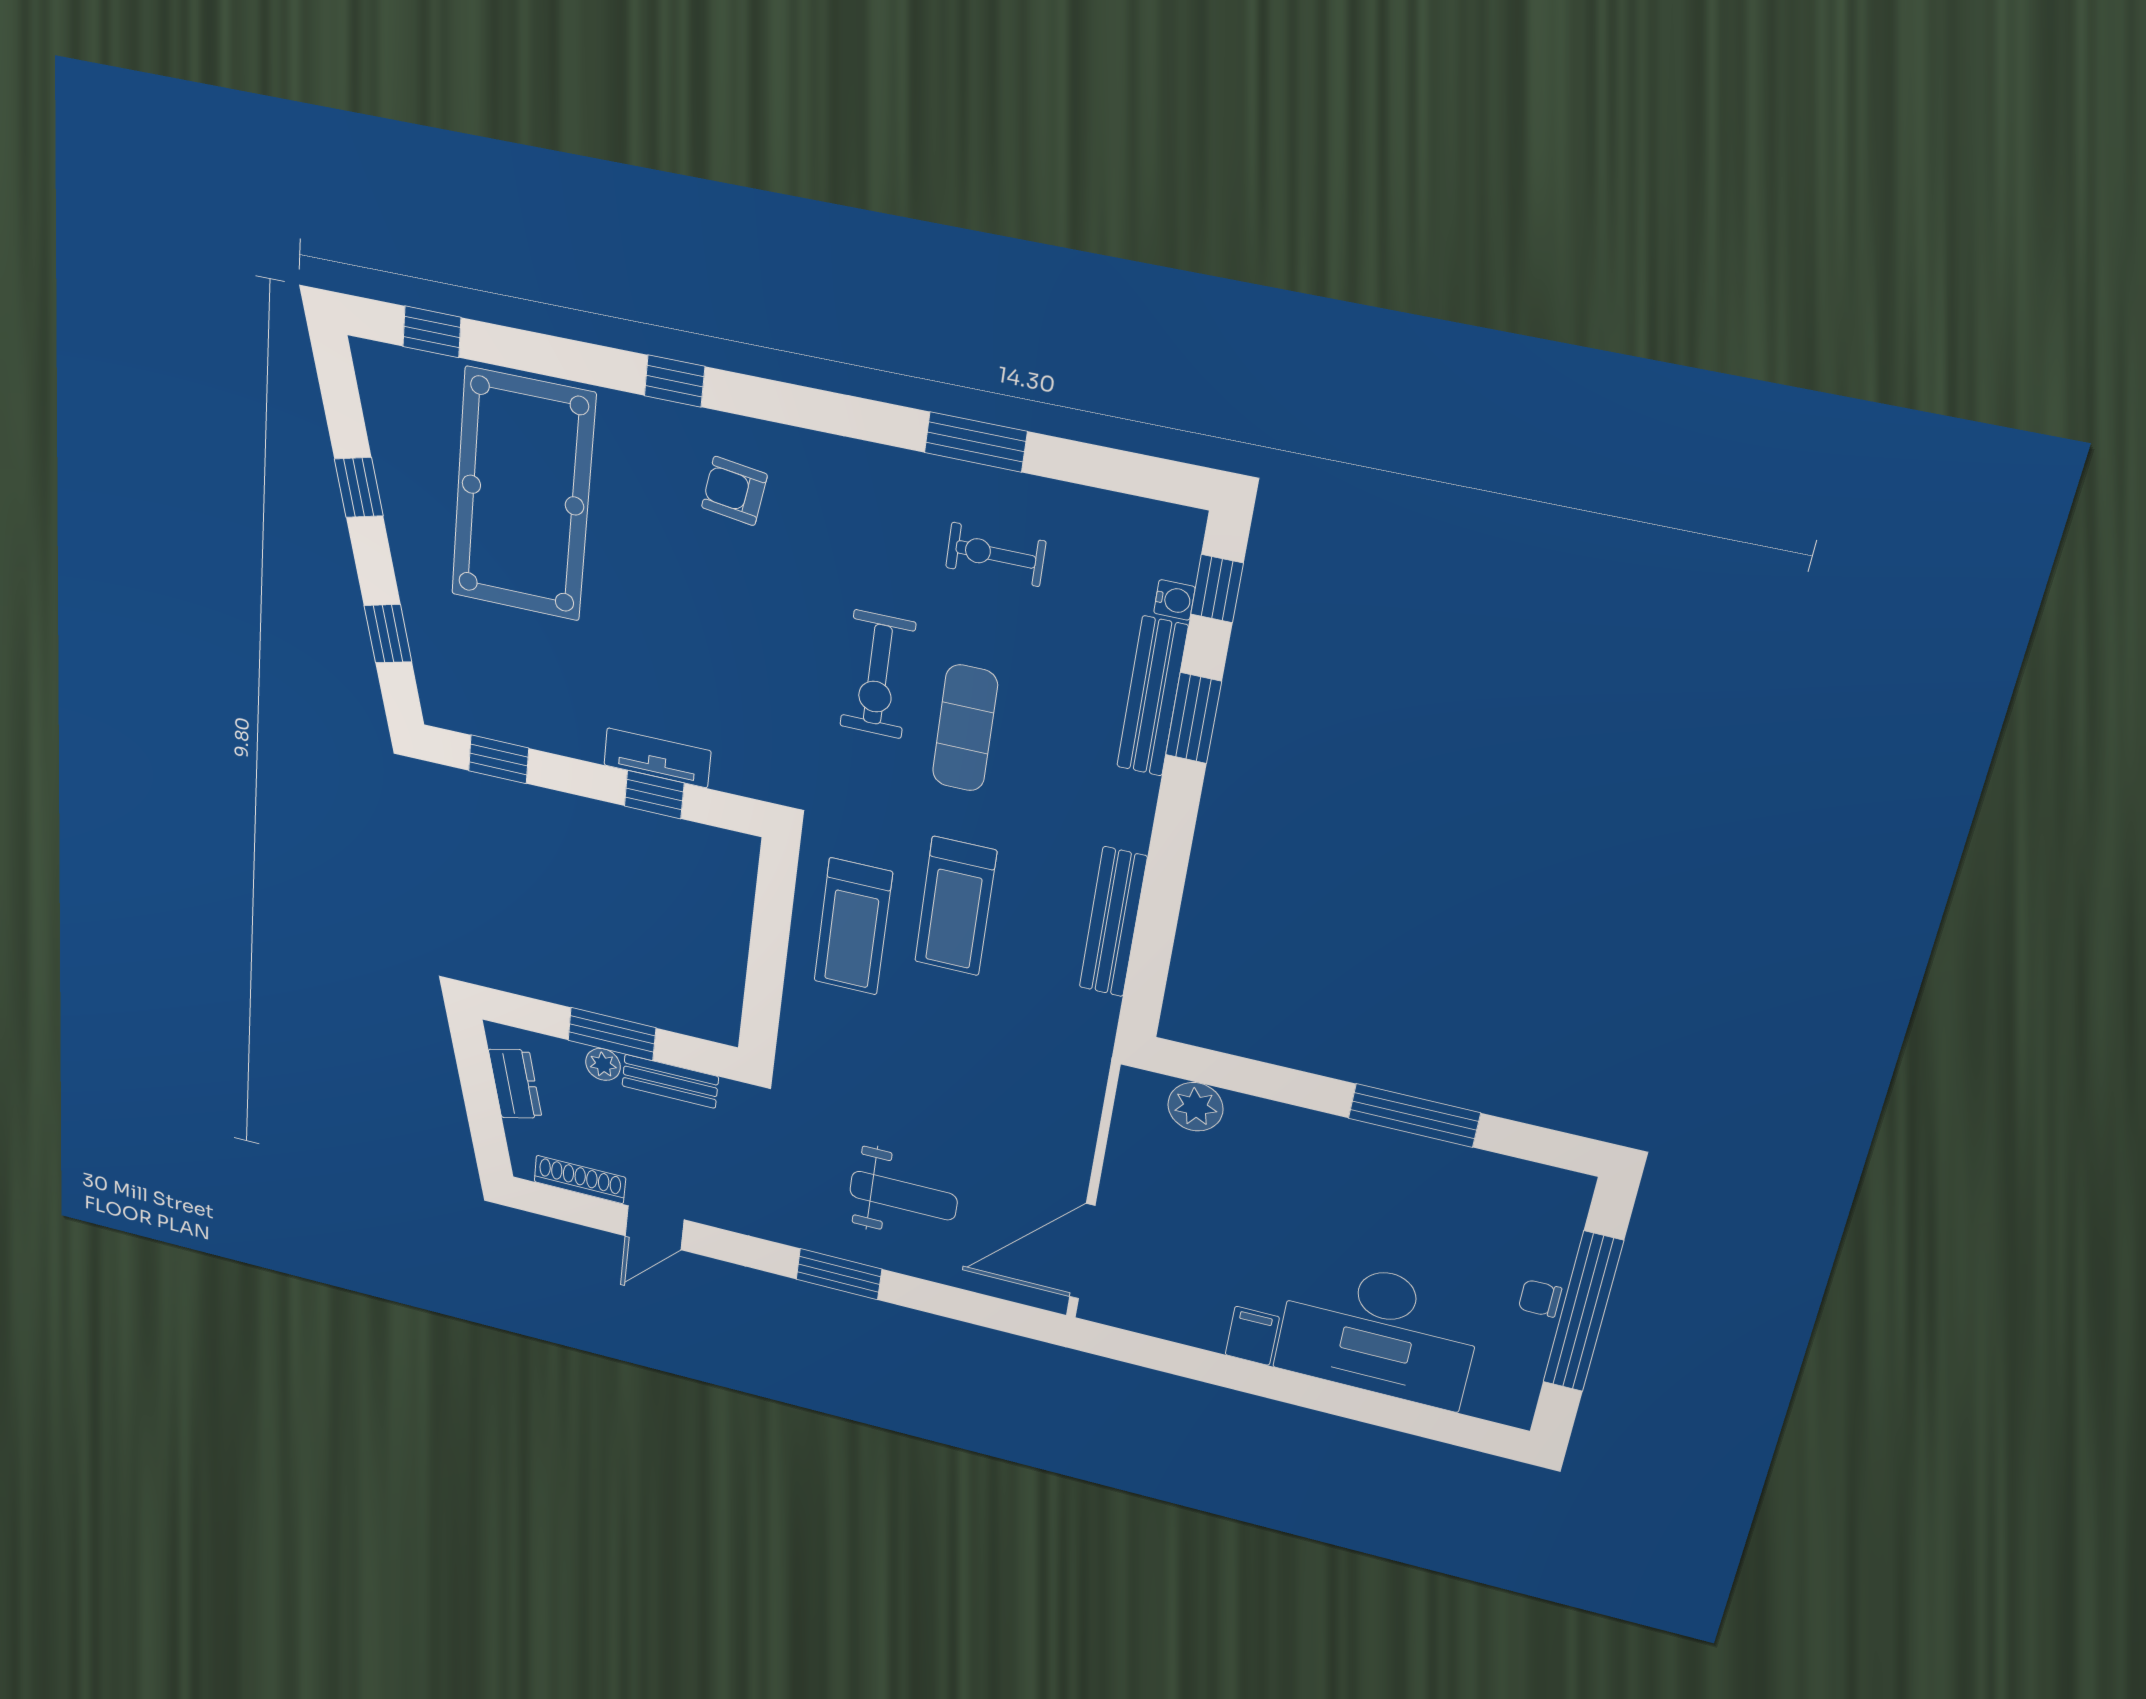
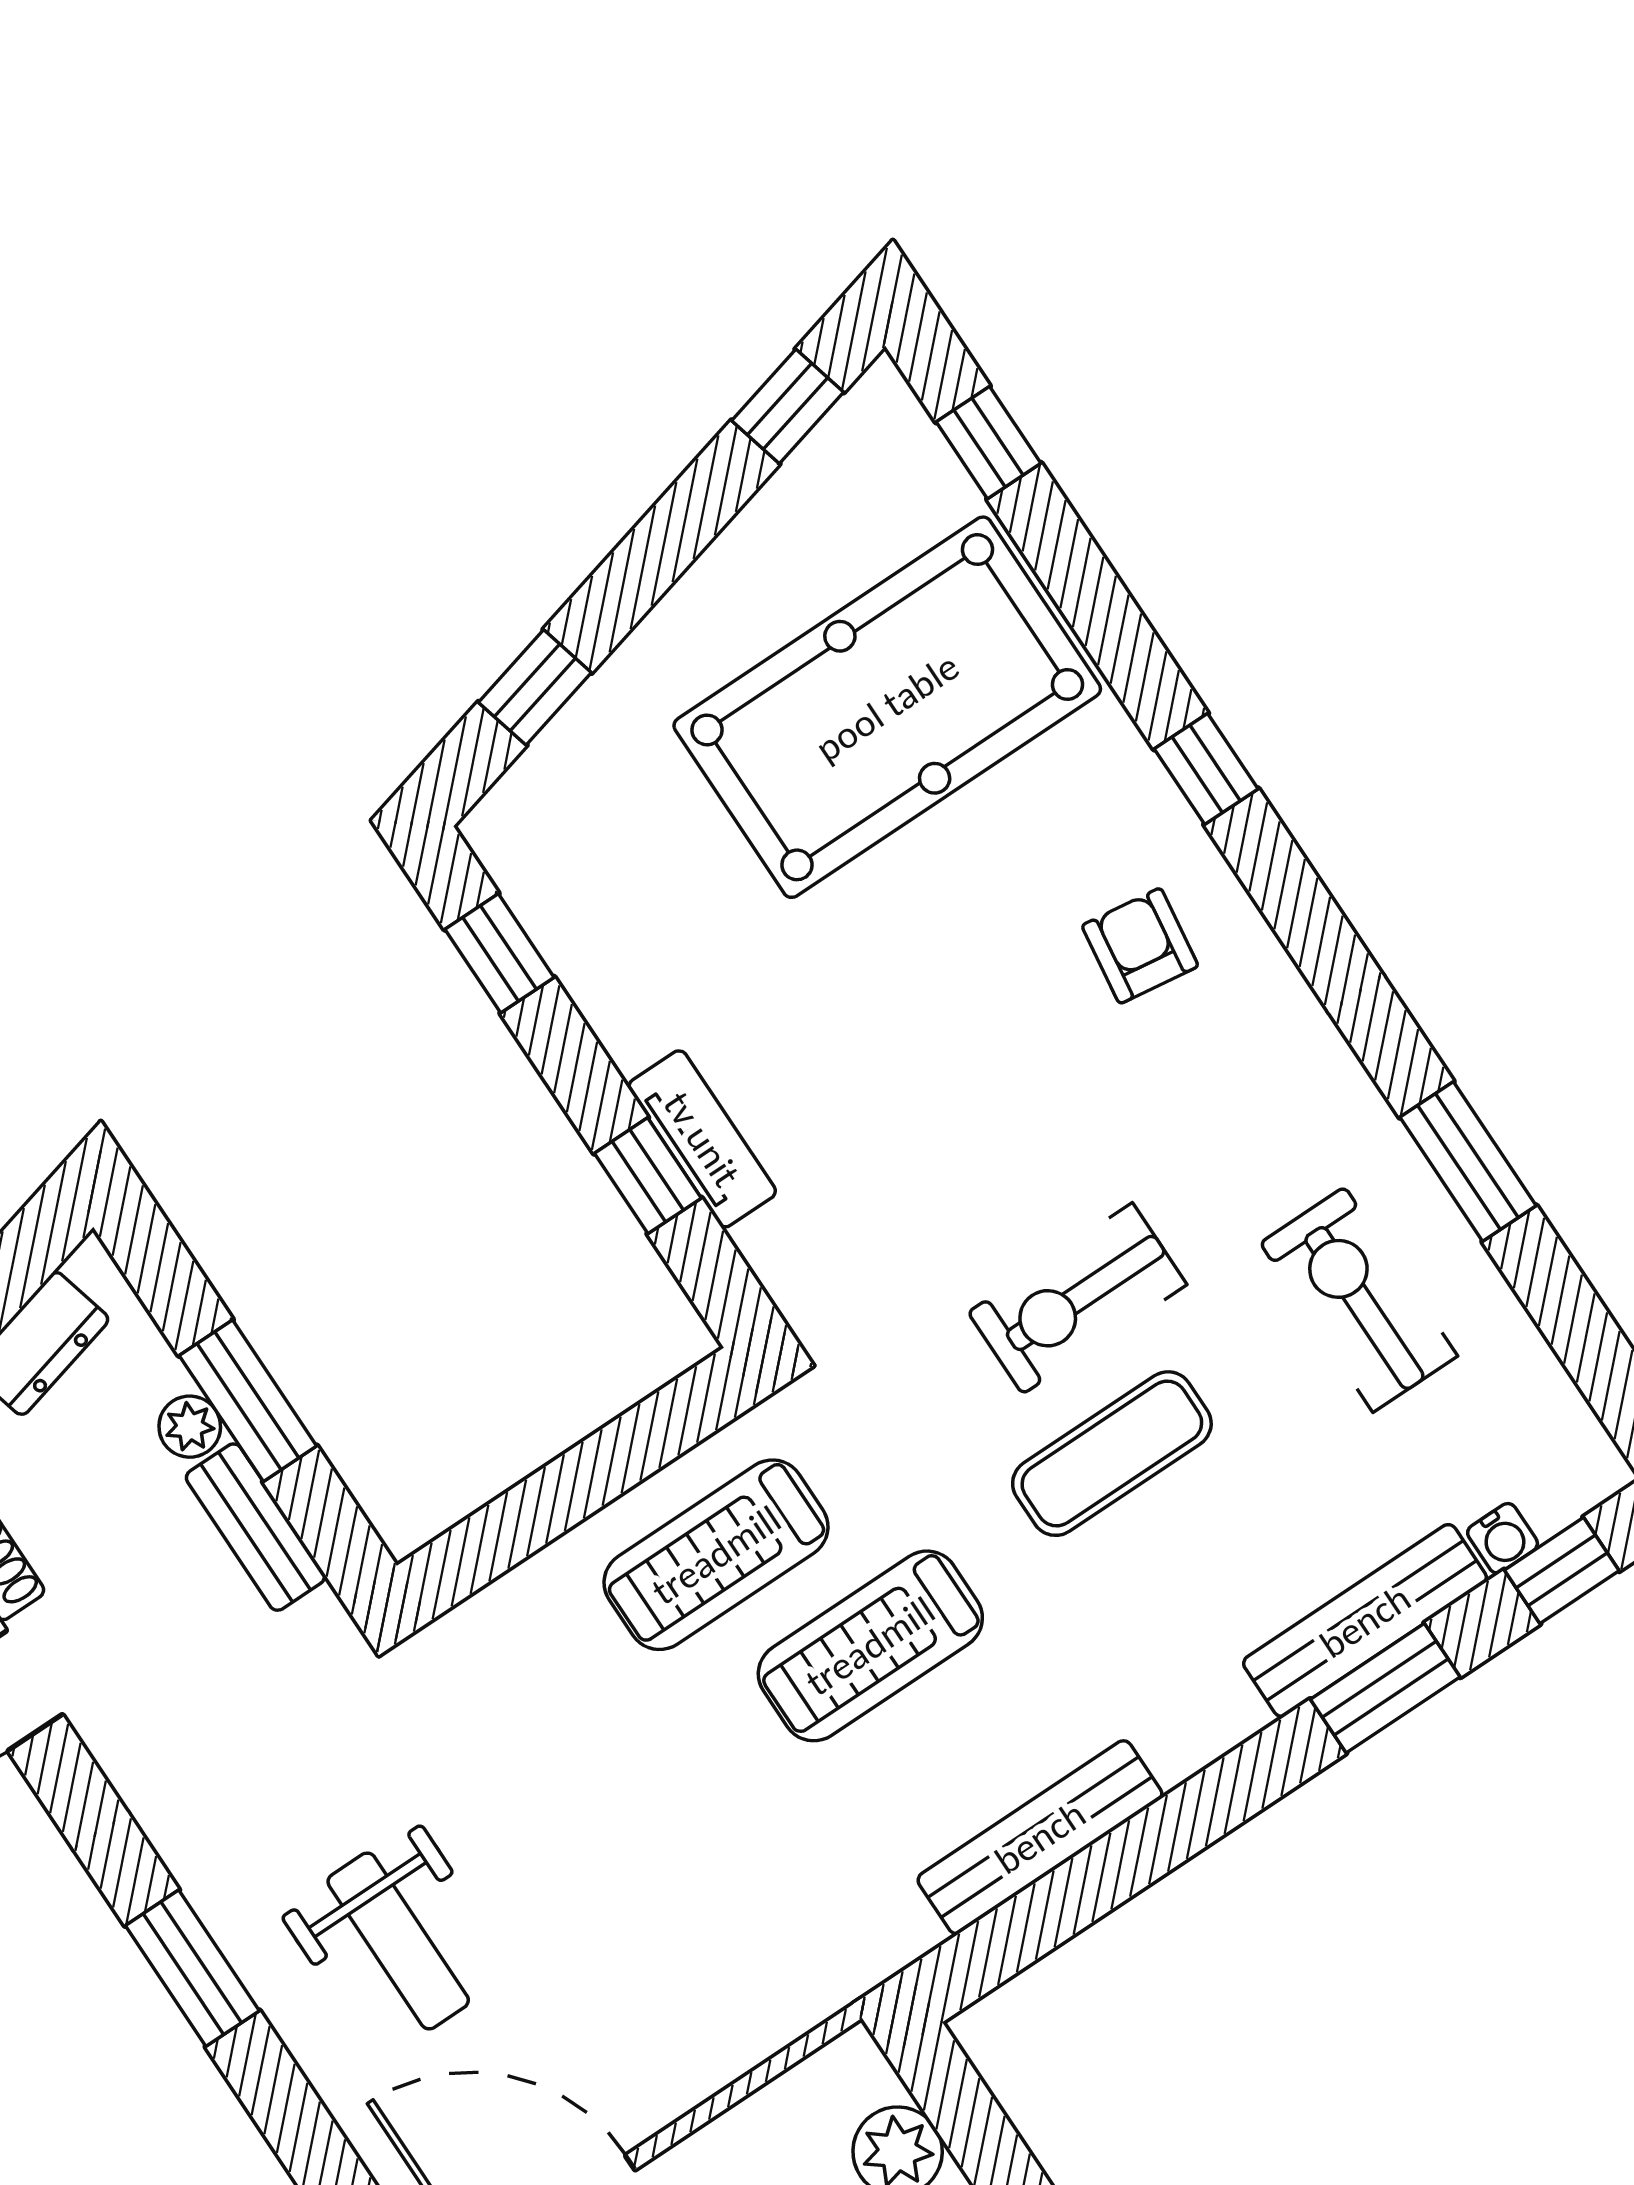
window: (359, 487) -> (788, 406), moved
exercise bike: (996, 554) -> (1359, 1299), width x1.38, depth x1.39

